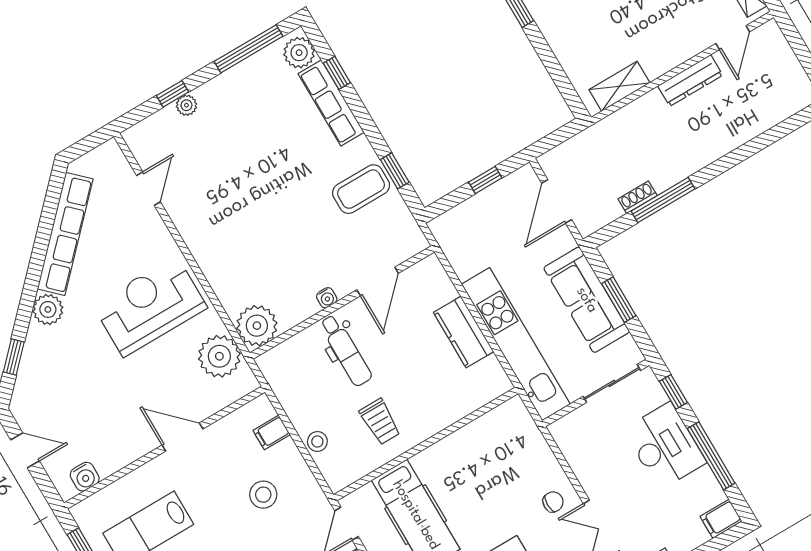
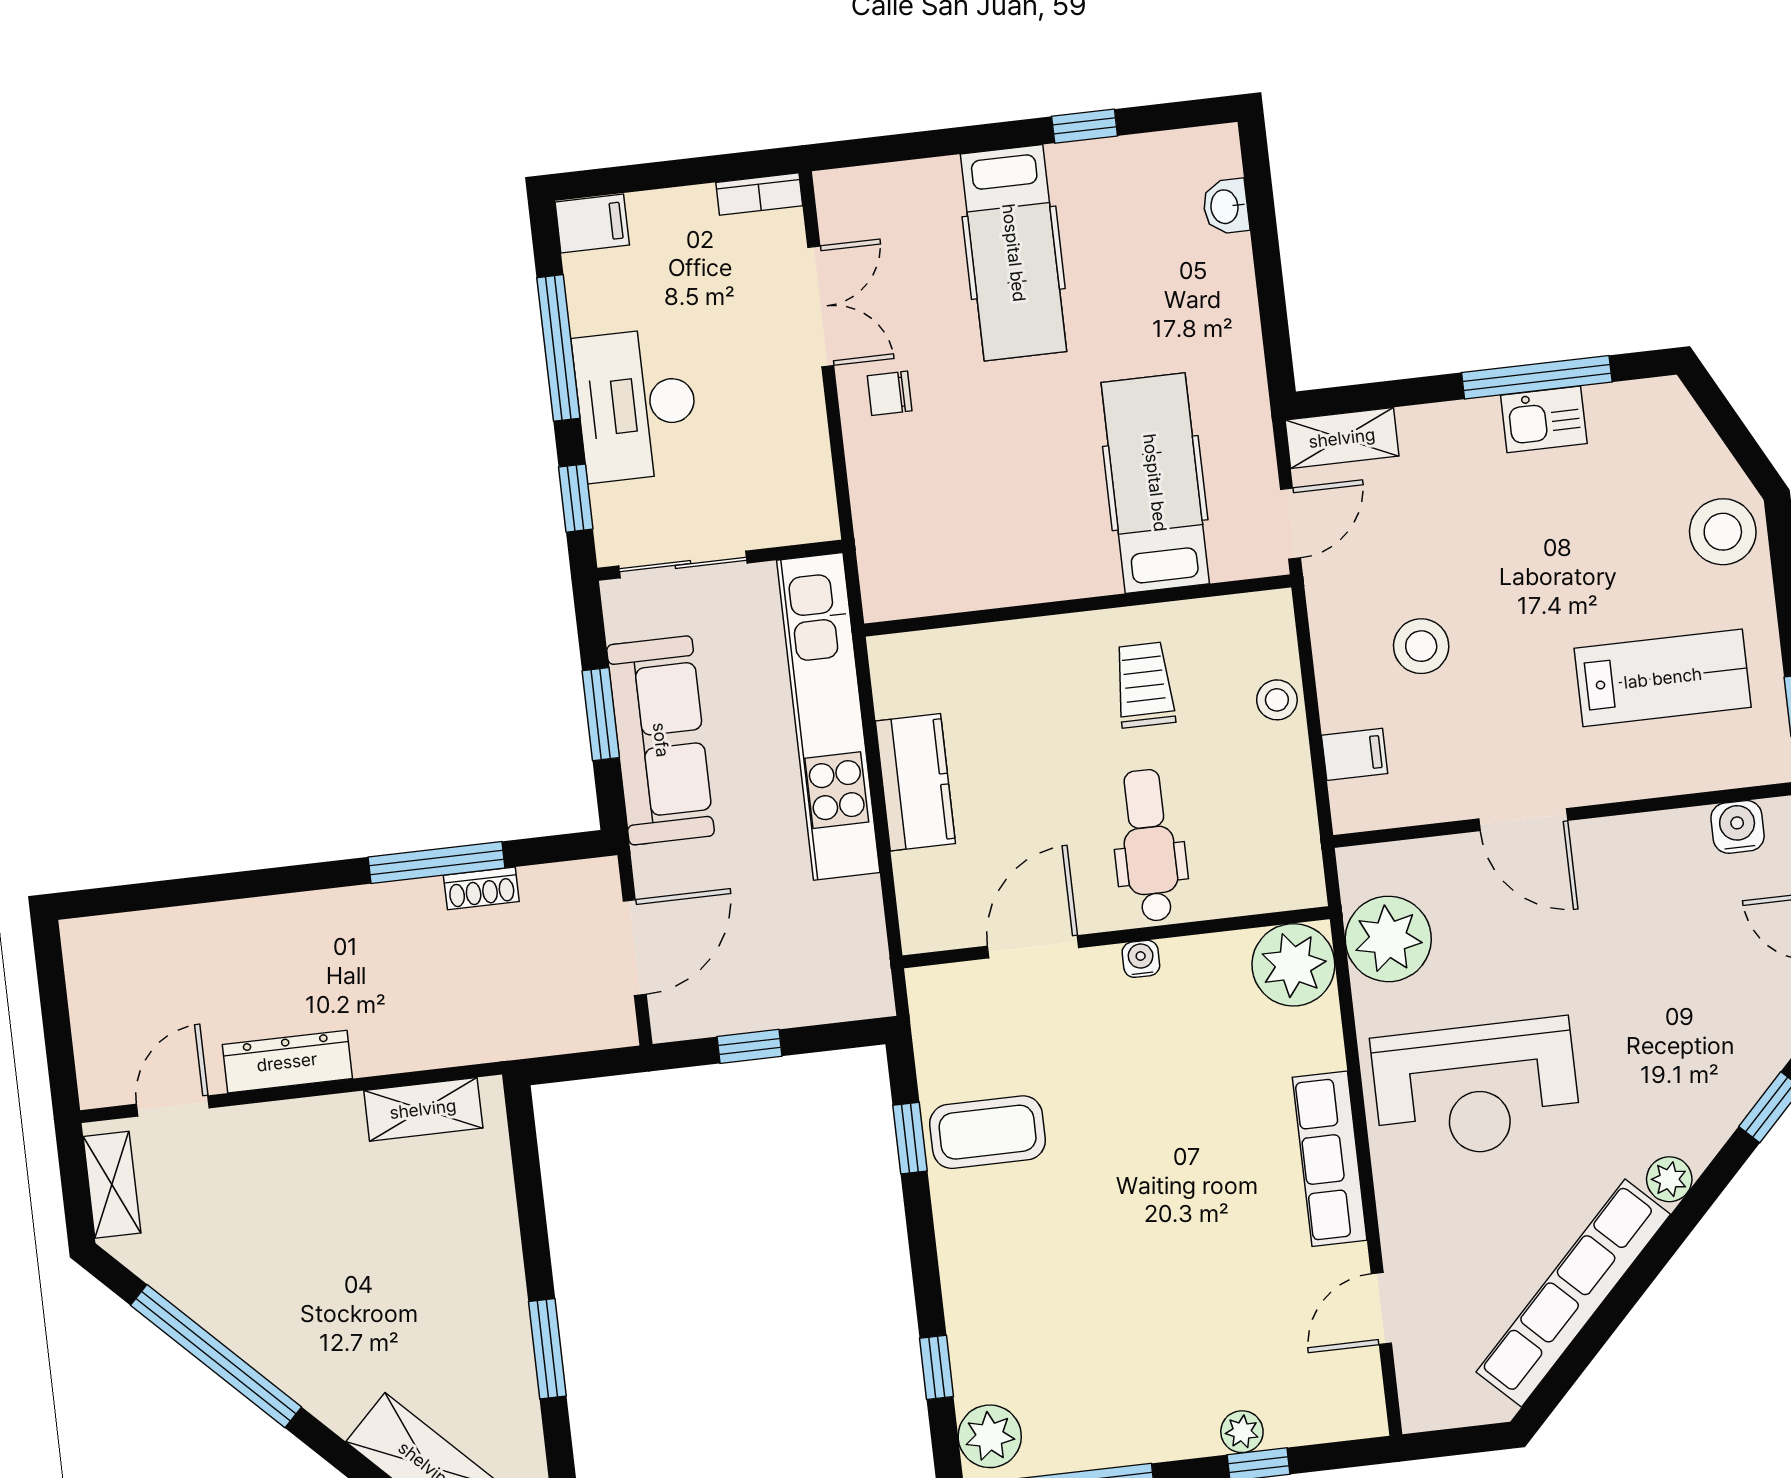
row of seats: (331, 103) -> (1330, 1159), moved, turned 180
plant: (48, 309) -> (1669, 1179), width x0.73, depth x0.73

